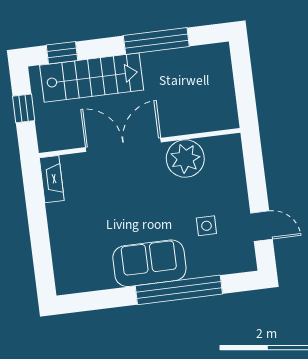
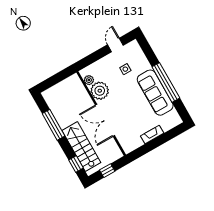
plant: (215, 146) -> (89, 80), added
fireplace: (52, 179) -> (152, 135), moved
sofa: (149, 263) -> (155, 93), width x1.36
window: (179, 290) -> (166, 82), moved

